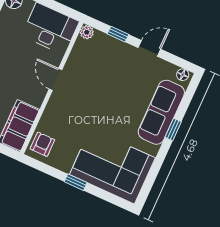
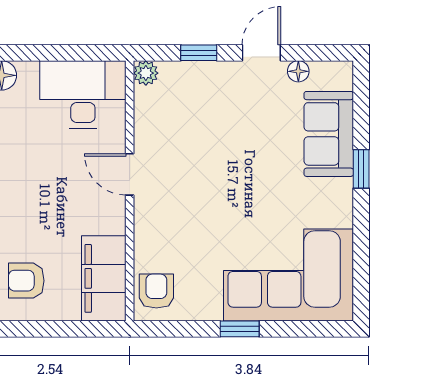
floor lamp: (183, 75) -> (298, 71), moved
sofa: (161, 112) -> (329, 134), width x0.73

